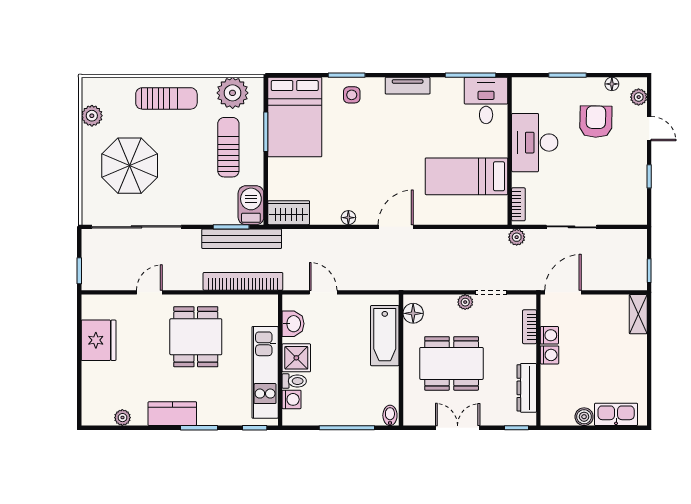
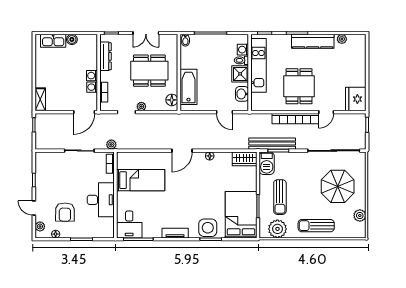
side table: (352, 95) -> (208, 228), width x1.87, depth x1.87
bookcase: (243, 281) -> (295, 119), moved
fridge: (99, 340) -> (356, 99), moved
kitchen counter: (172, 414) -> (313, 41), width x1.50

